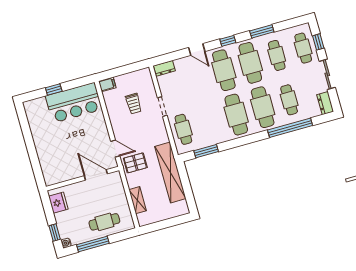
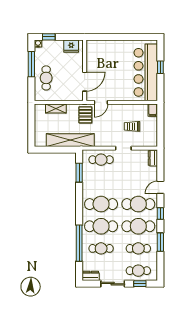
bar counter: (74, 103) -> (146, 72), width x1.36

